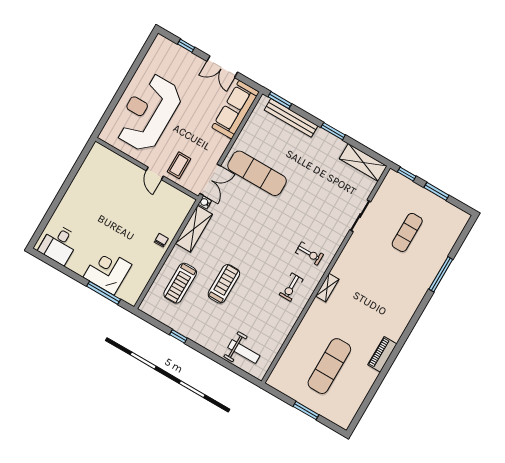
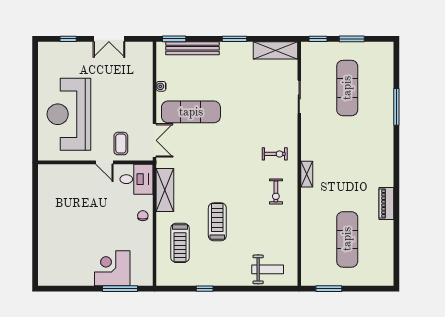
sofa: (236, 110) -> (141, 69), removed
water cooler: (205, 202) -> (161, 86), moved
exercise mat: (407, 232) -> (347, 88), width x1.36, depth x1.45
desk: (59, 244) -> (136, 179), moved, turned -90
window: (306, 411) -> (329, 289), moved

